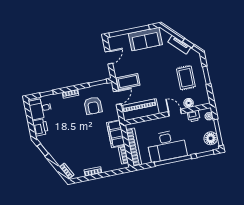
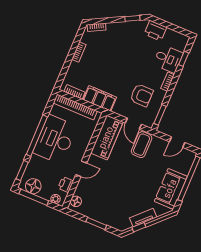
door: (109, 58) -> (177, 142), hinge flipped
rug: (186, 78) -> (107, 202), removed
floor lamp: (189, 103) -> (76, 201), moved
armchair: (93, 106) -> (142, 95), turned 180
desk: (40, 109) -> (168, 59), moved, turned 90

